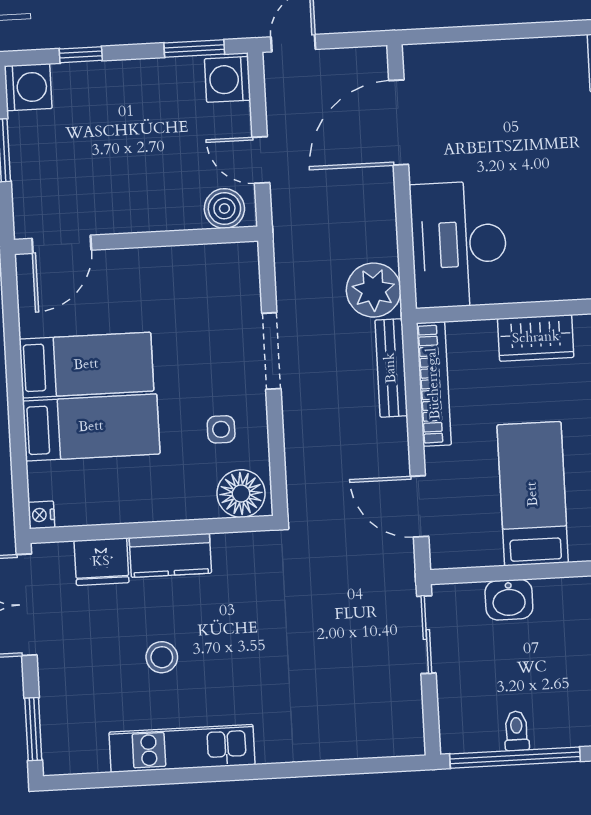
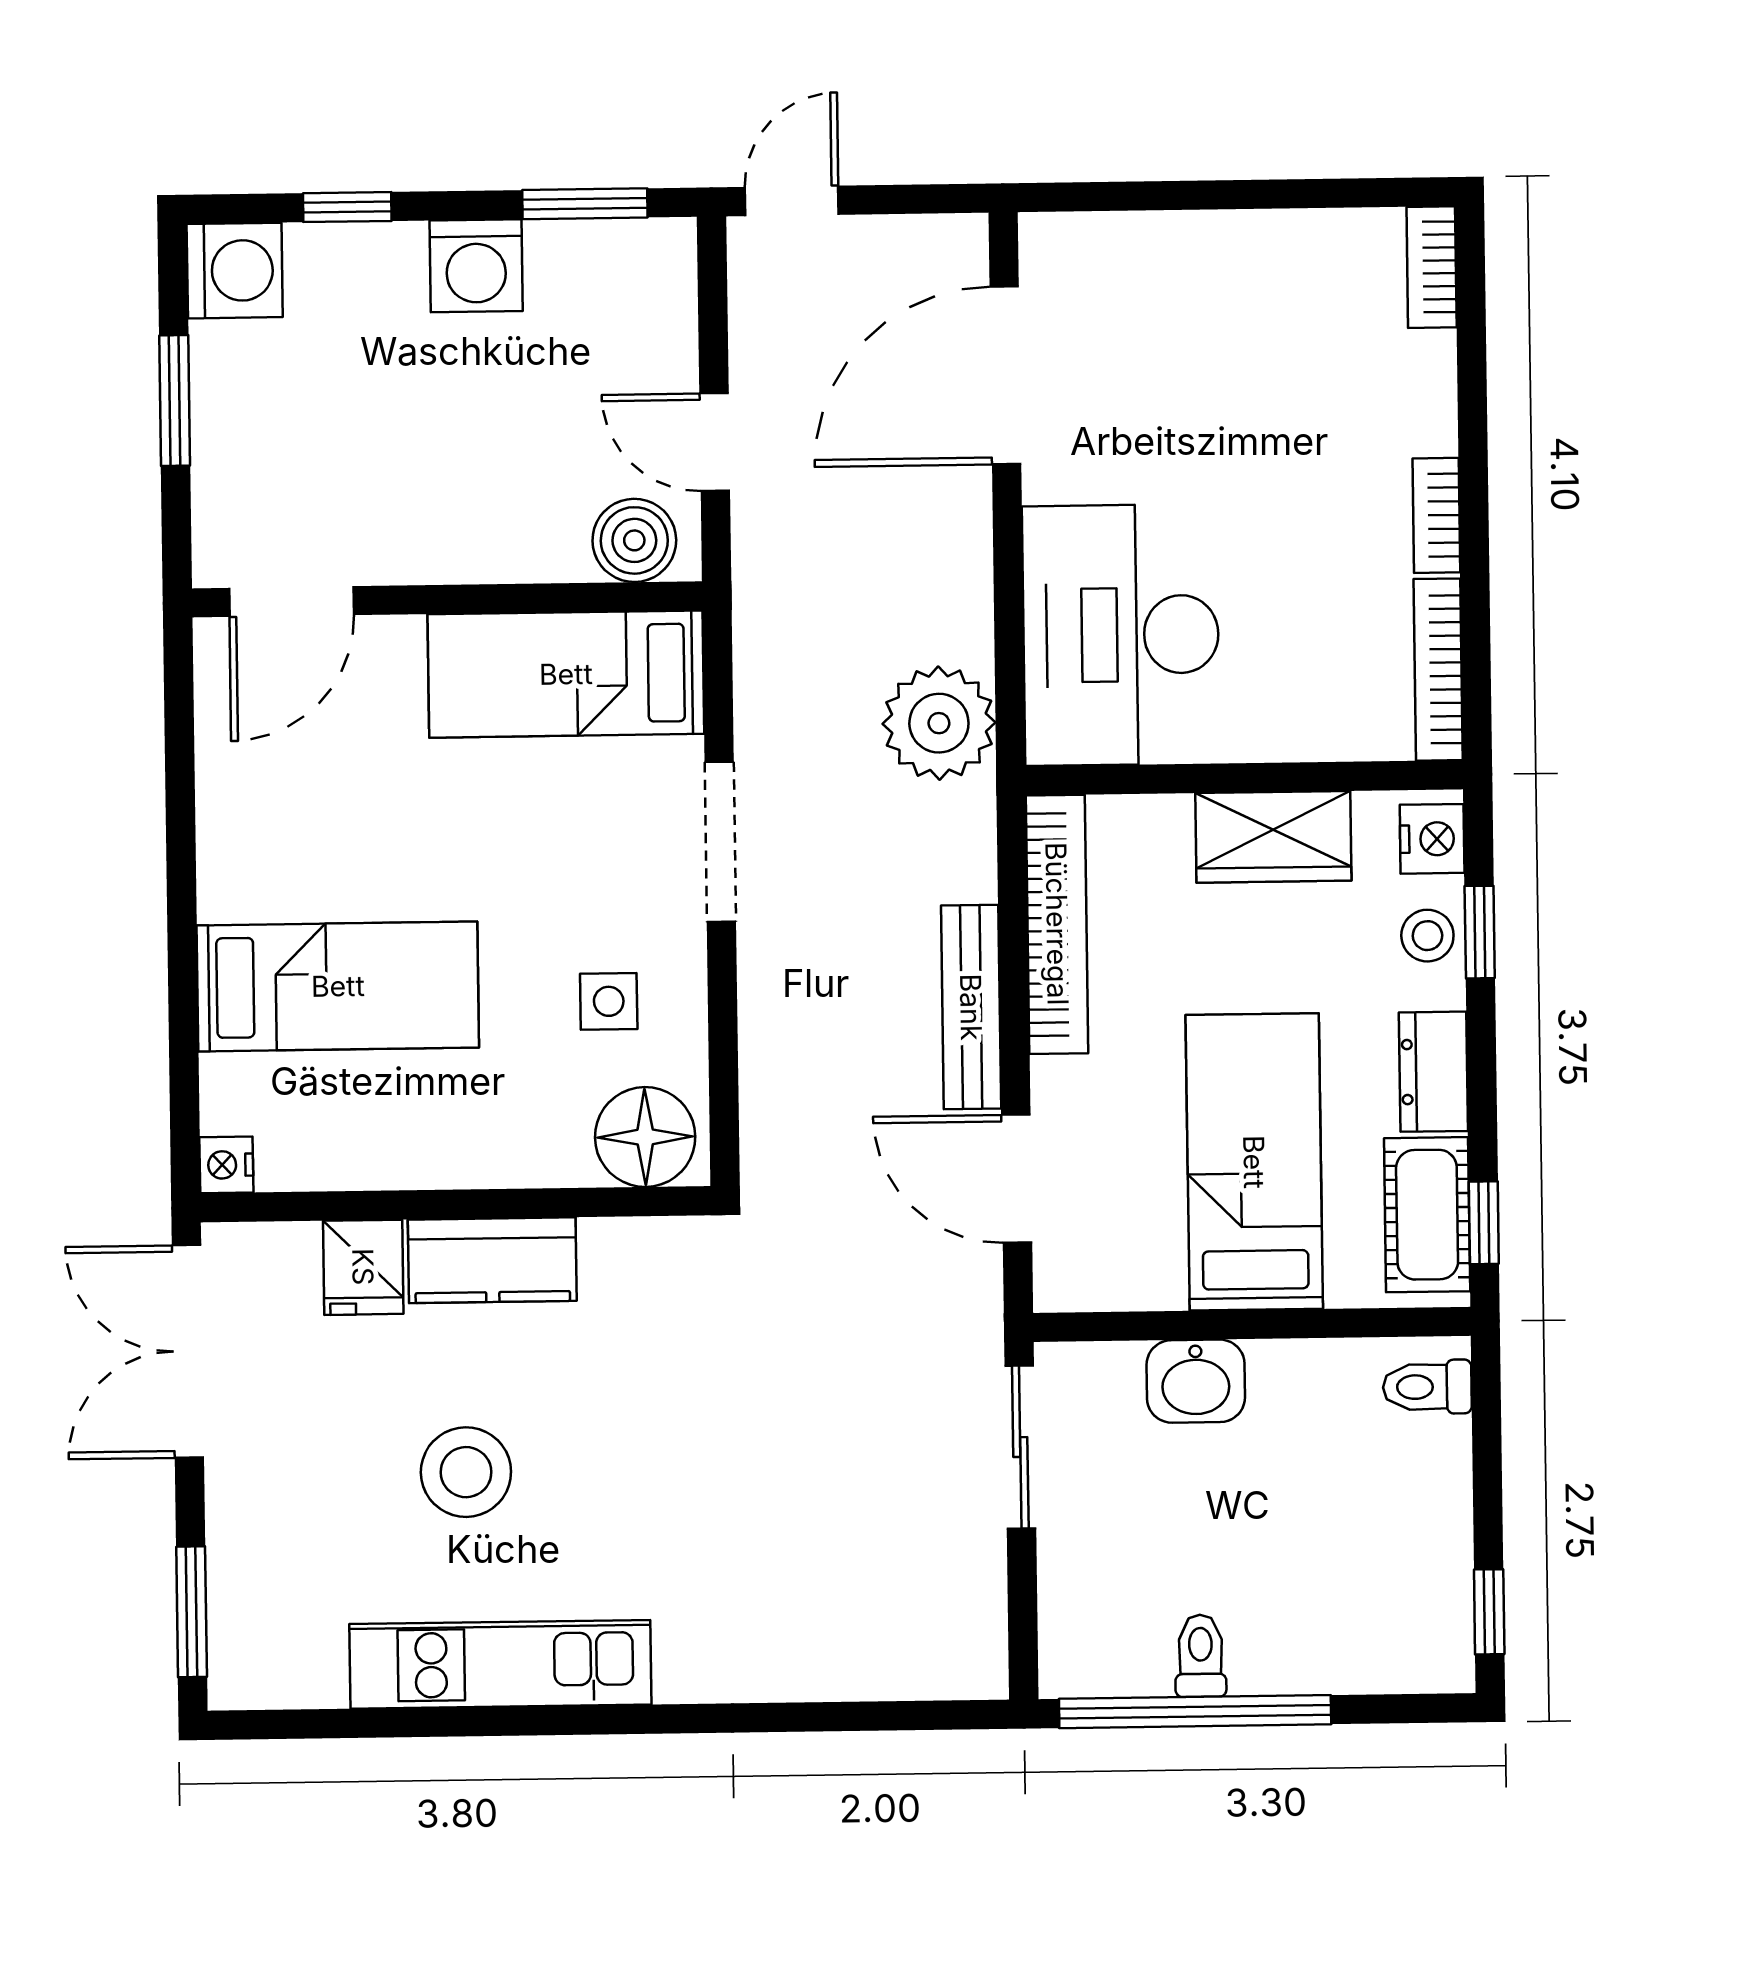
washing machine: (228, 79) -> (476, 266), moved, turned -90
bed: (86, 365) -> (566, 674), moved, turned 180
bench: (391, 368) -> (971, 1007), moved
fridge: (101, 562) -> (363, 1267), width x0.72
stool: (162, 657) -> (466, 1472), width x1.38, depth x1.38

